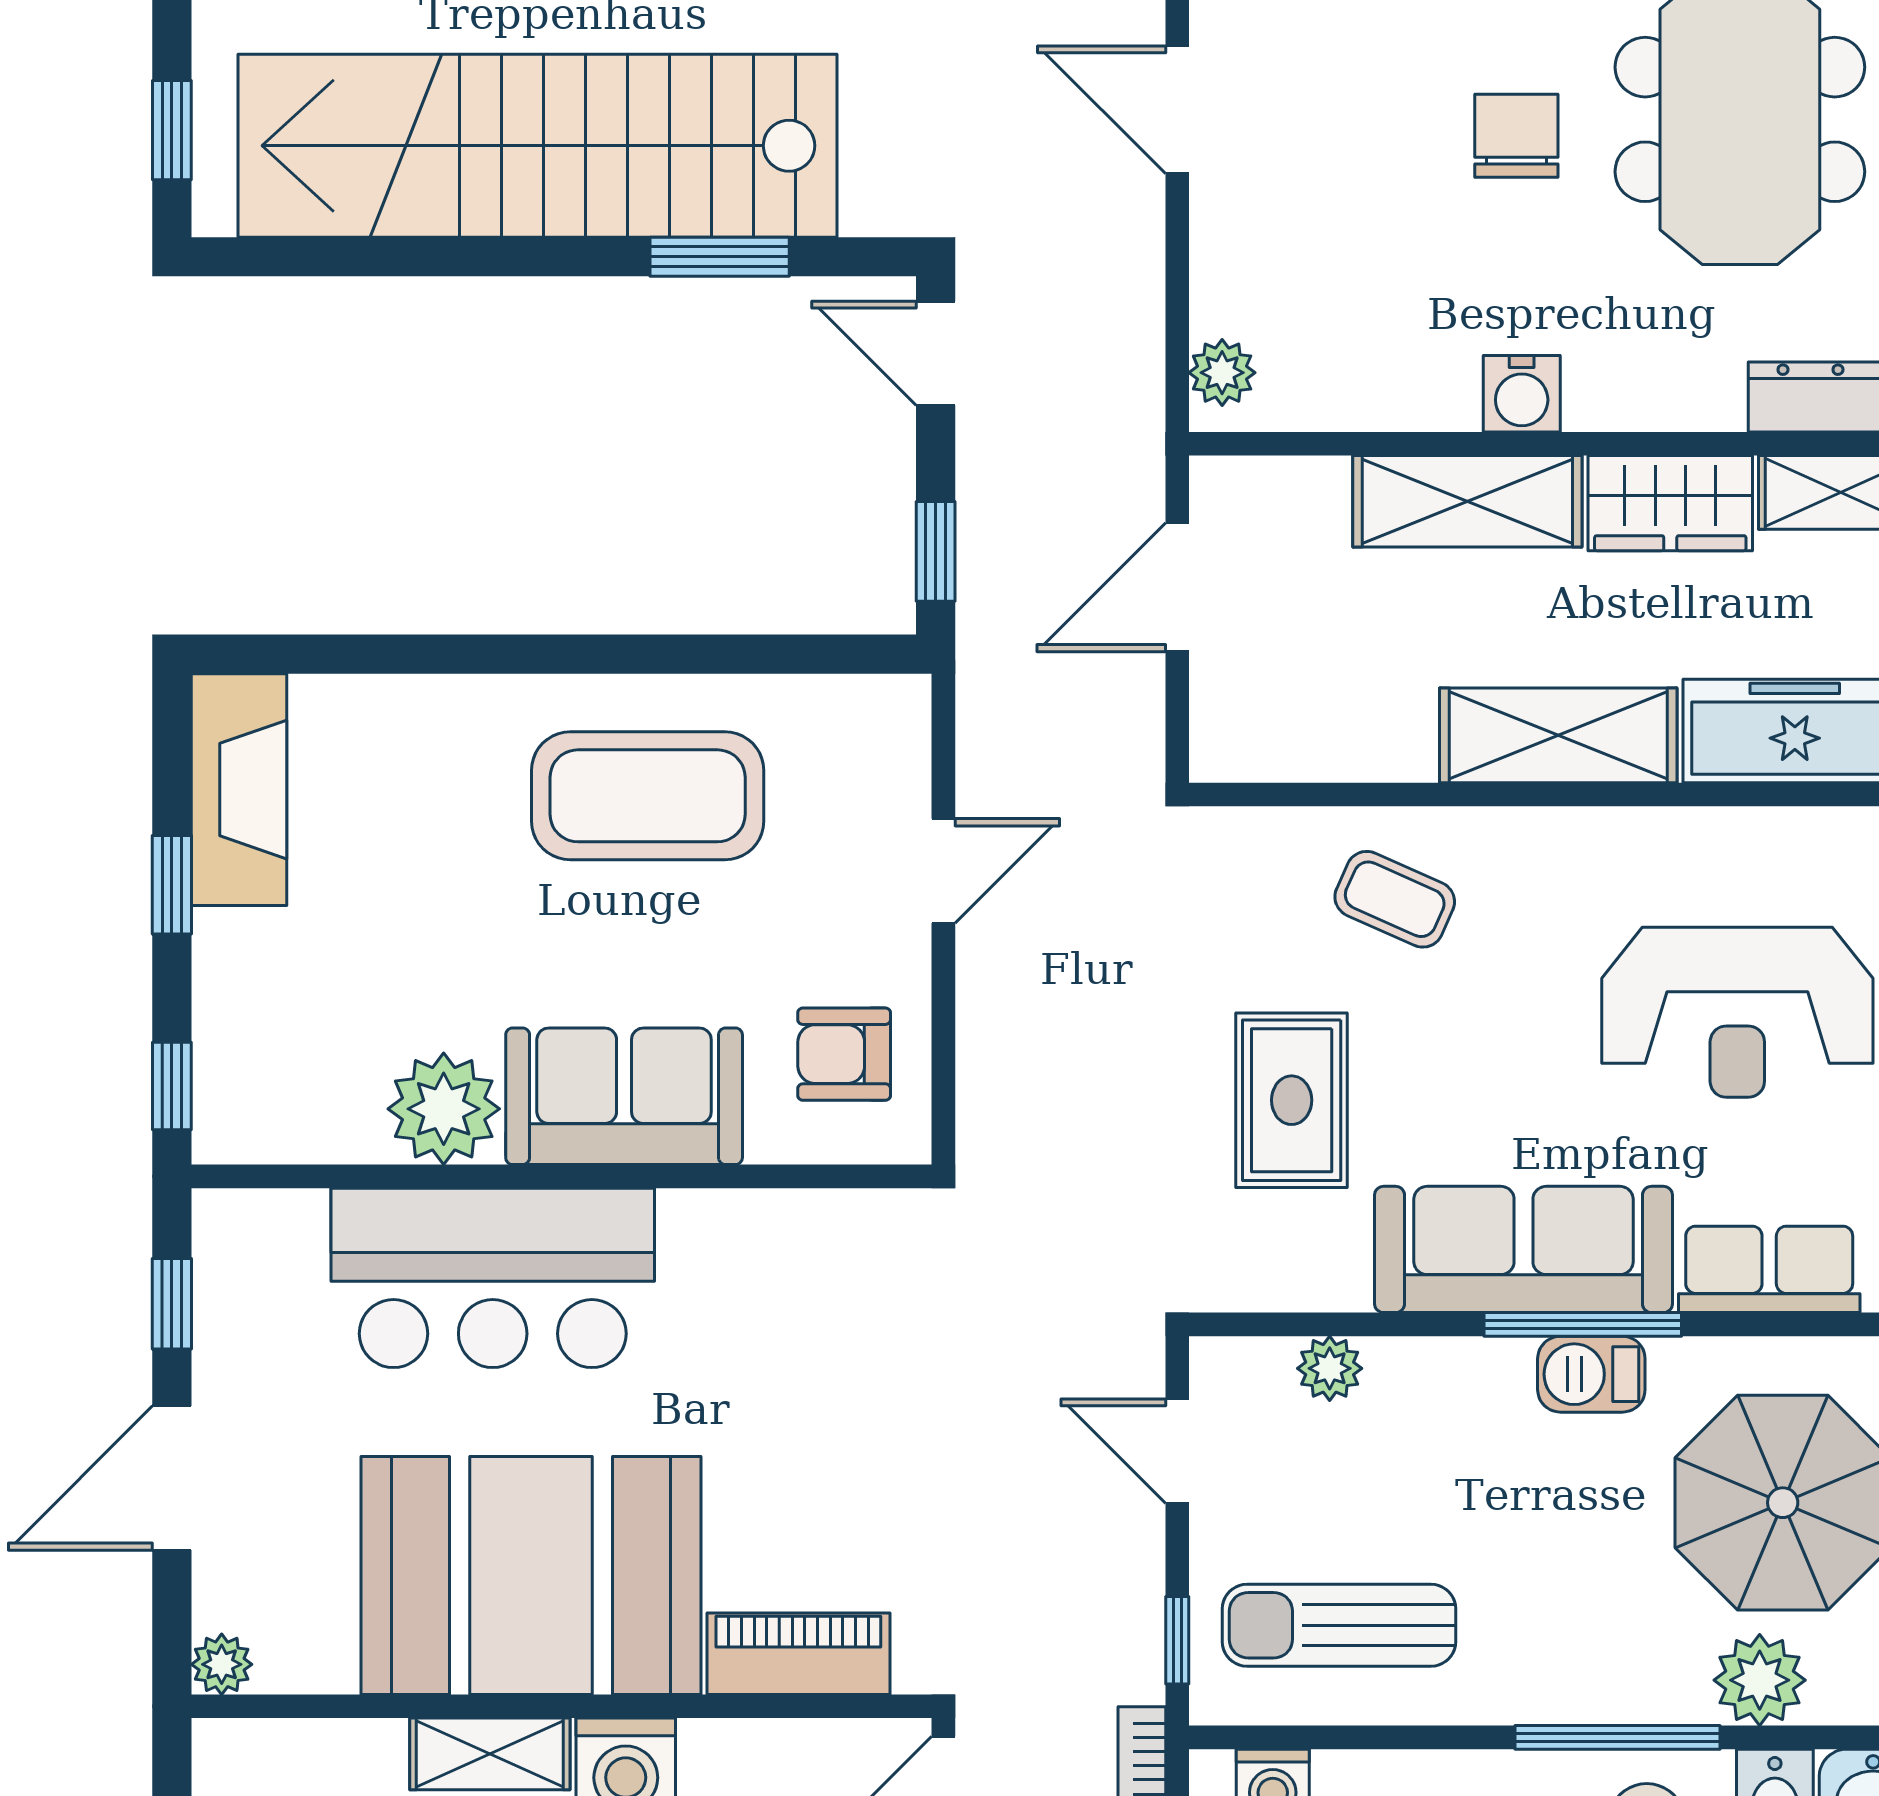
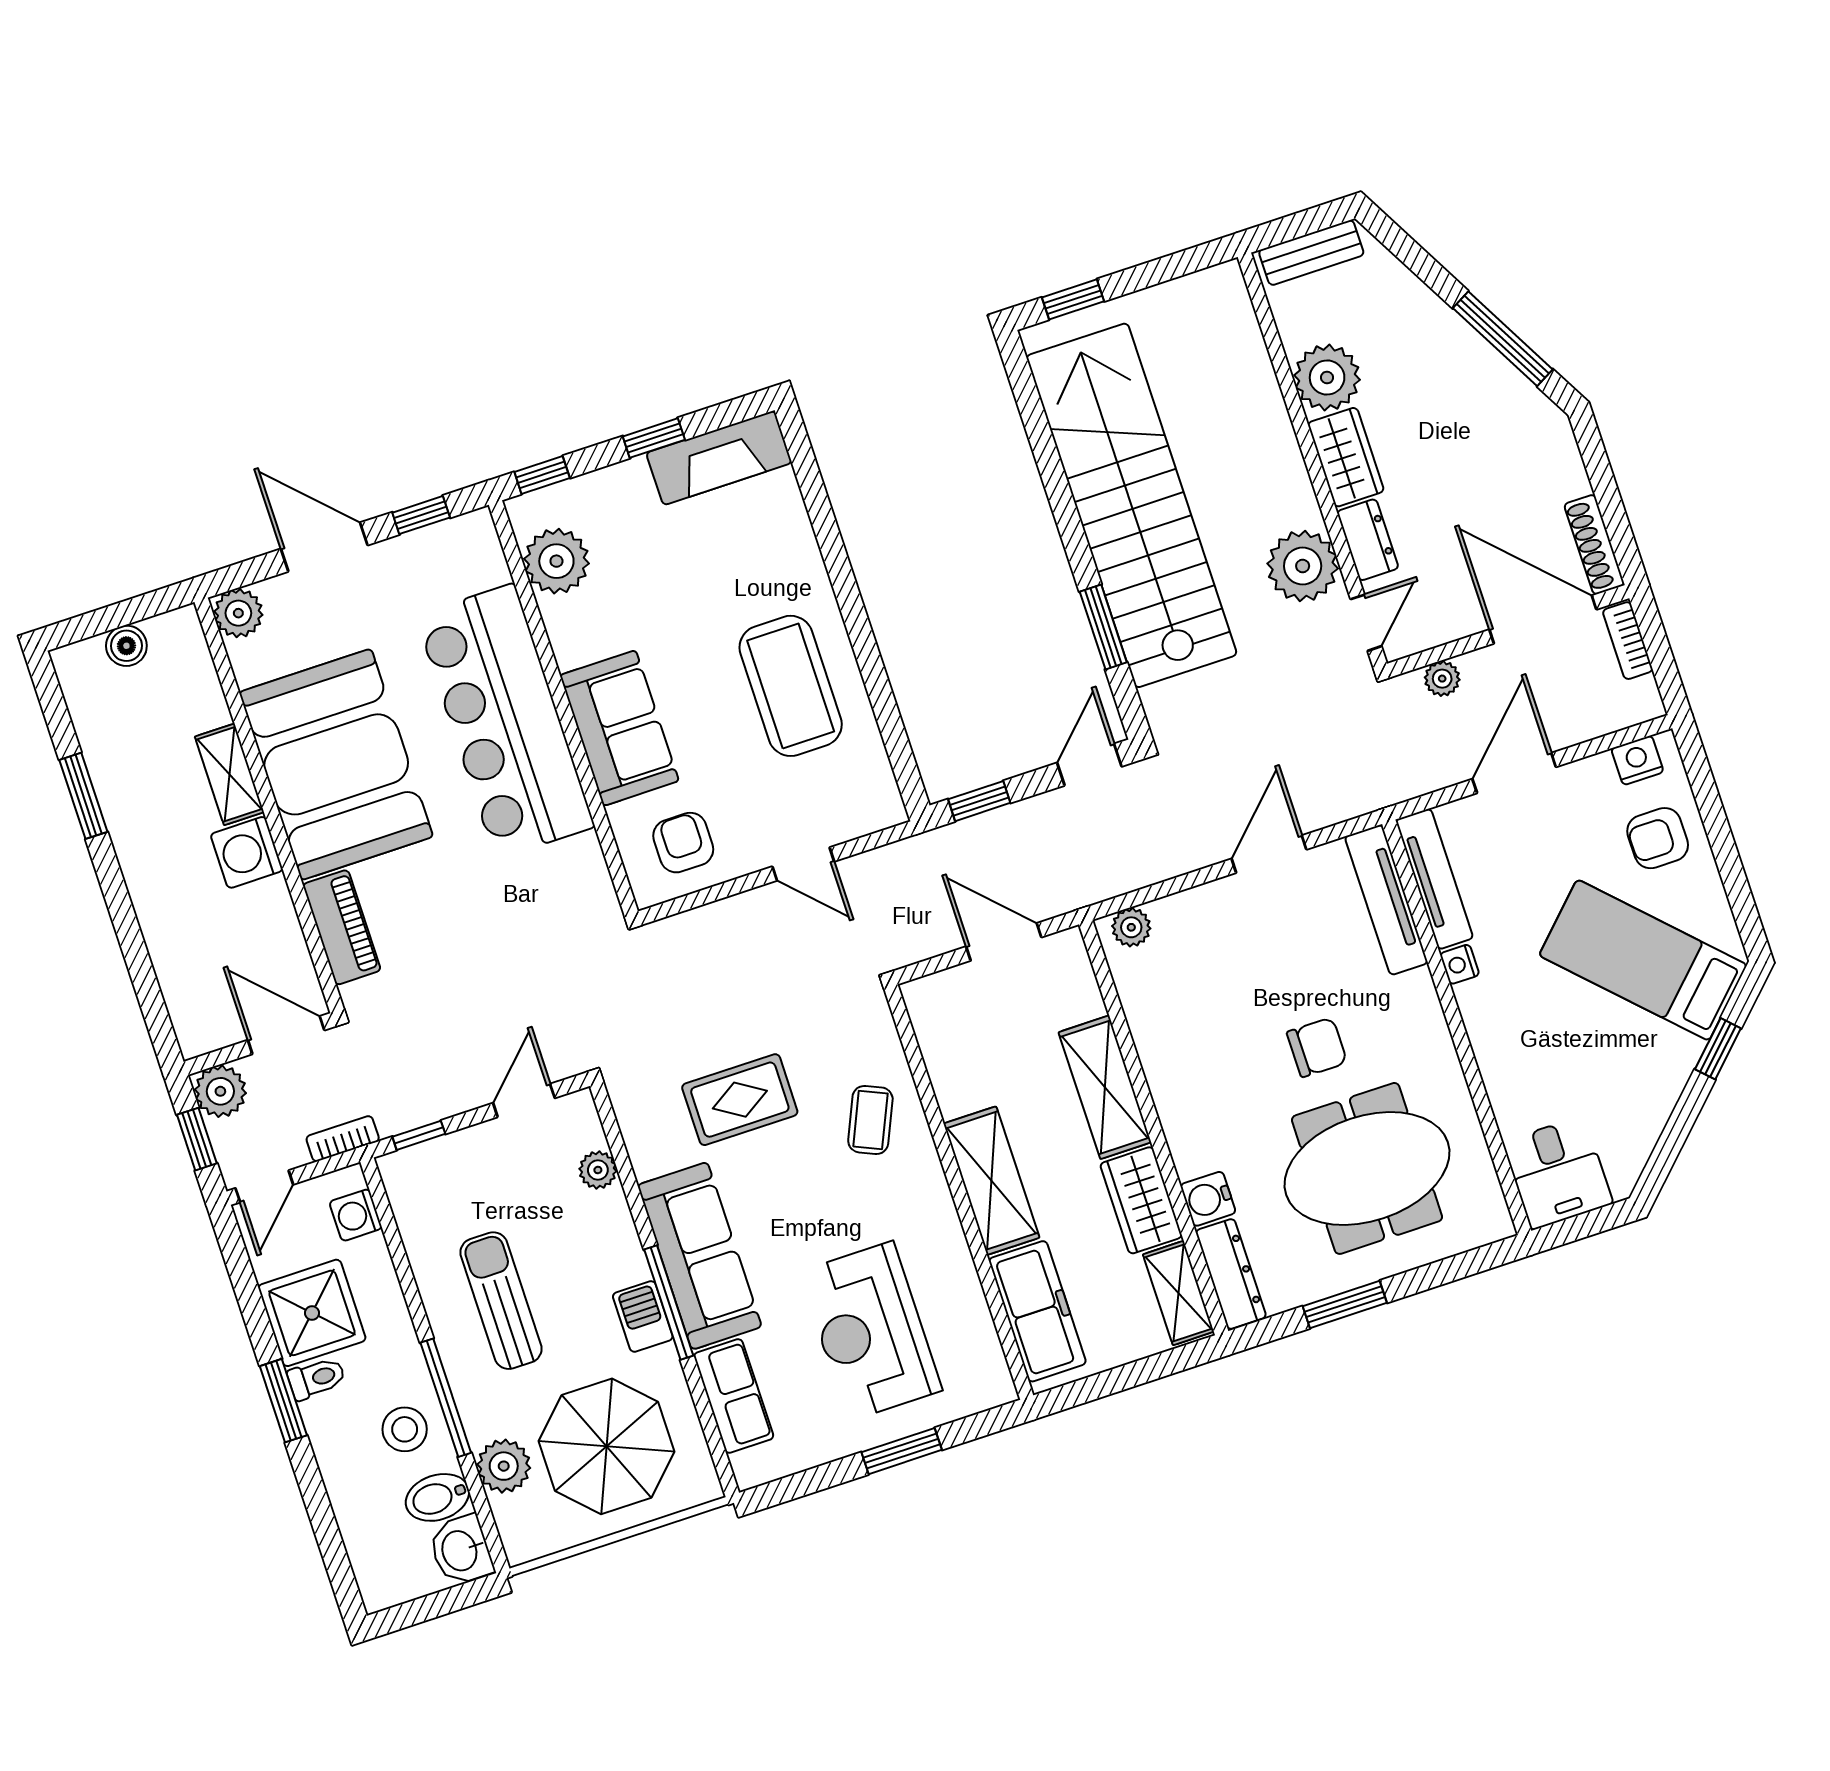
water cooler: (1522, 394) -> (1208, 1199), moved
plant: (444, 1109) -> (556, 561), moved
bar counter: (493, 1278) -> (505, 721), width x1.36
sun lounger: (1339, 1625) -> (501, 1301), moved
plant: (222, 1664) -> (238, 613), width x1.38, depth x1.38

